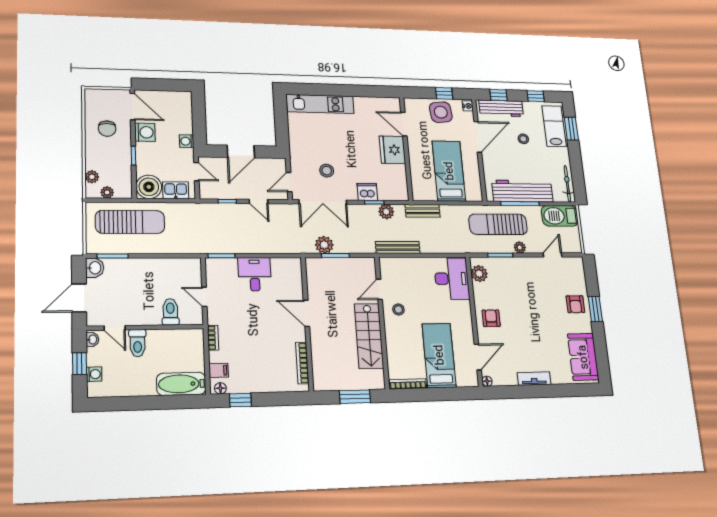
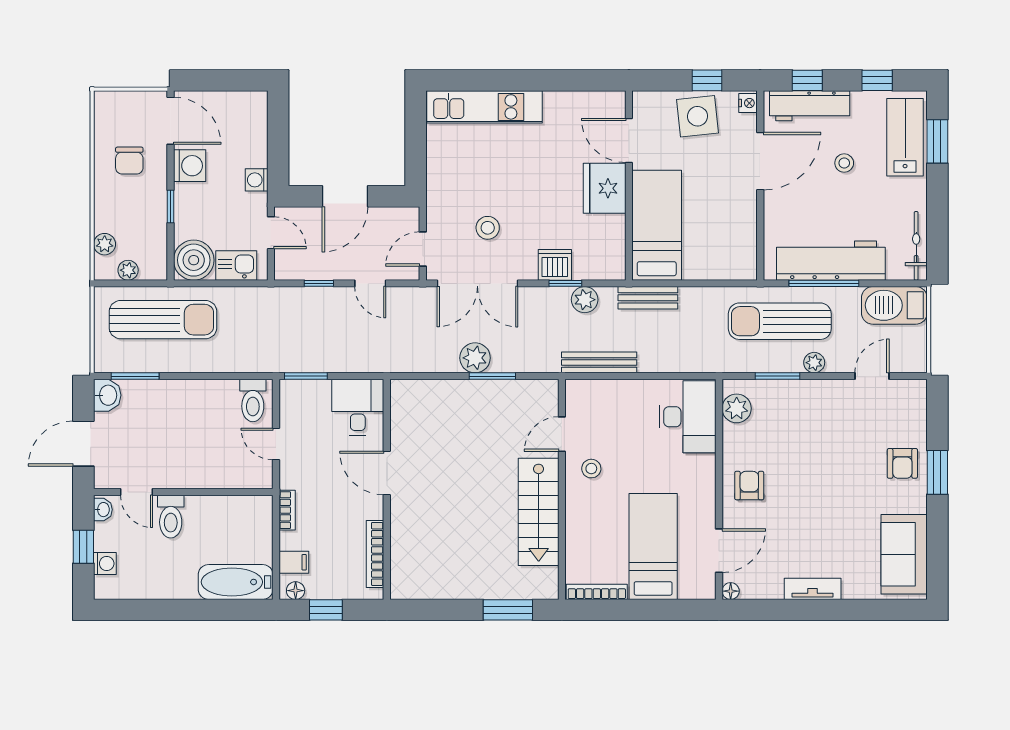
bed: (449, 171) -> (657, 225), moved
toilet: (170, 312) -> (253, 401), moved, turned 180
door: (306, 313) -> (387, 473), moved
wall: (307, 323) -> (387, 489), moved
bookcase: (302, 363) -> (375, 554), moved

